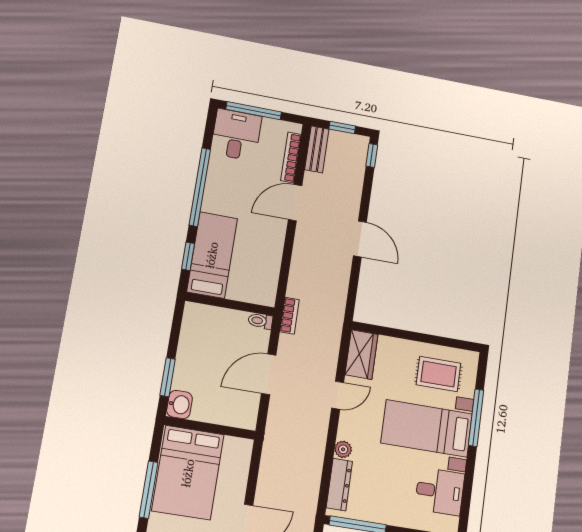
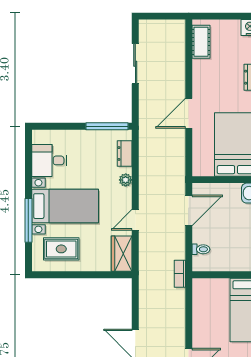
toilet: (260, 321) -> (201, 249), moved
door: (269, 374) -> (189, 210), moved
dresser: (339, 485) -> (125, 154), width x0.70

